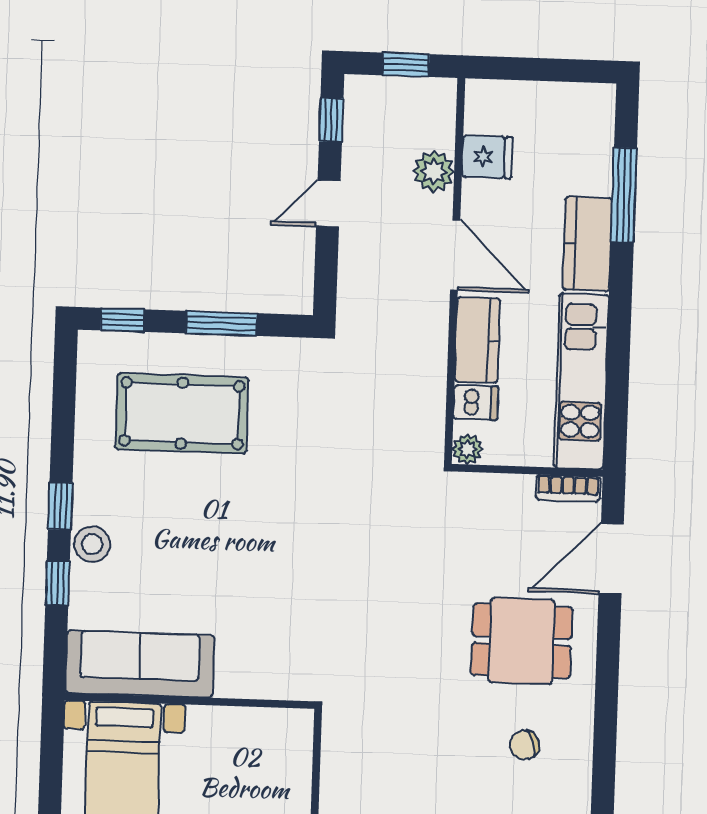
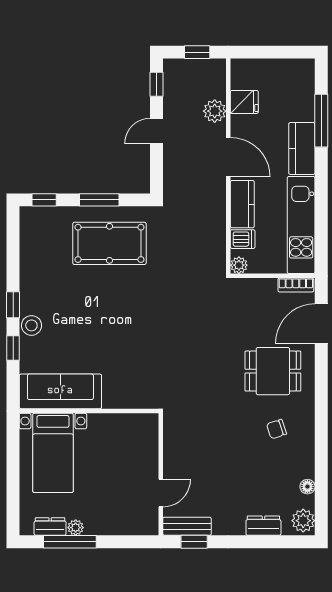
pool table: (182, 413) -> (109, 243), moved

